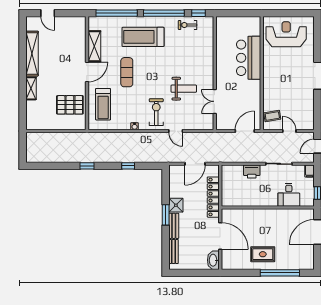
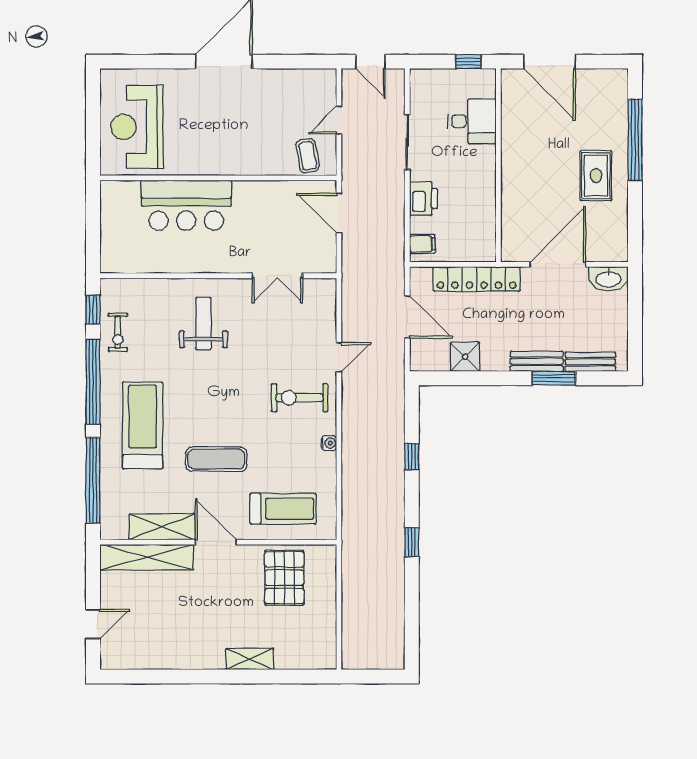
treadmill: (143, 37) -> (143, 425), turned 180
shelving: (32, 54) -> (147, 557), moved
weight bench: (184, 89) -> (203, 324), moved
filing cabinet: (310, 171) -> (422, 244), moved
shower: (176, 205) -> (465, 357), moved
window: (166, 215) -> (554, 378), moved

